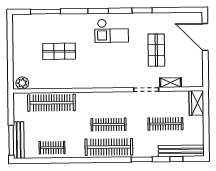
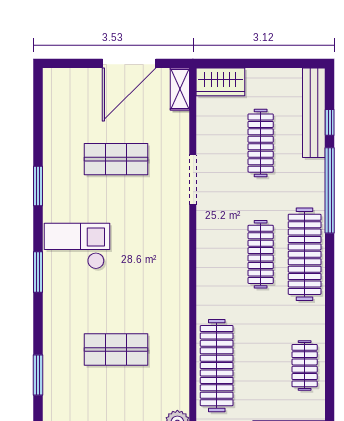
window: (46, 12) -> (38, 375), width x0.69
checkout: (112, 31) -> (77, 246), turned -90
door: (205, 37) -> (129, 63), moved
shop shelf: (59, 51) -> (116, 350), turned 90
shelving: (171, 83) -> (180, 89), moved
window: (142, 159) -> (330, 190), width x2.11

